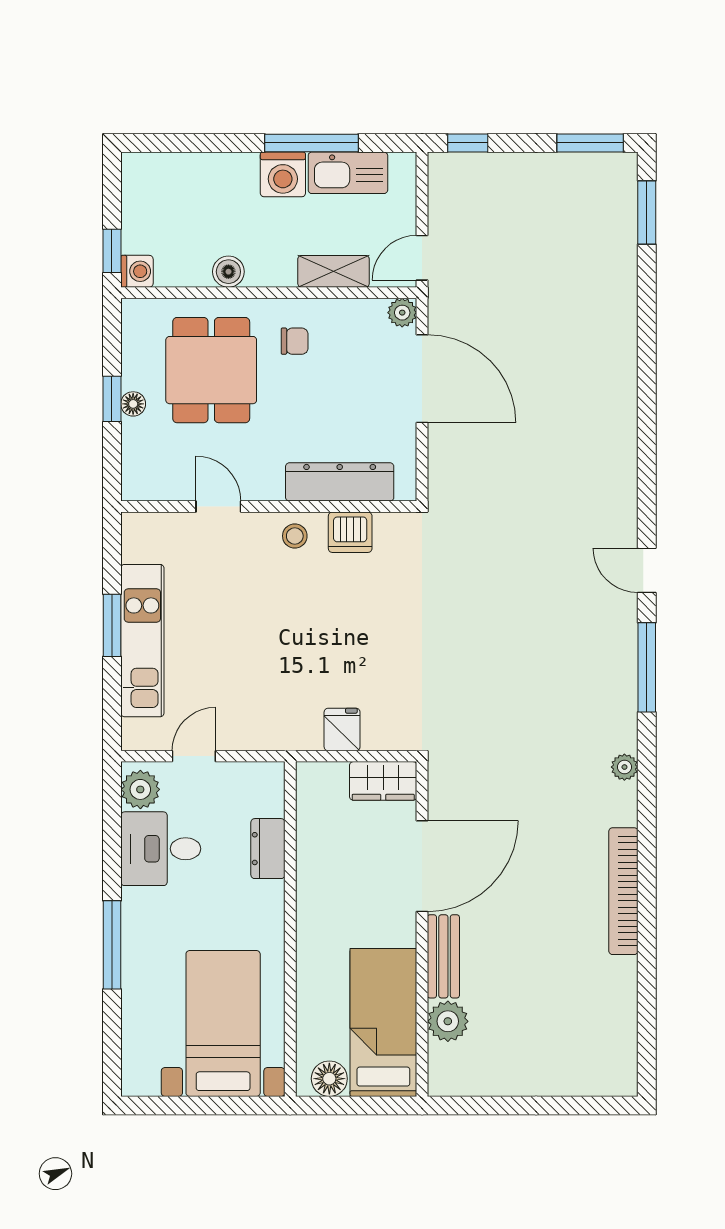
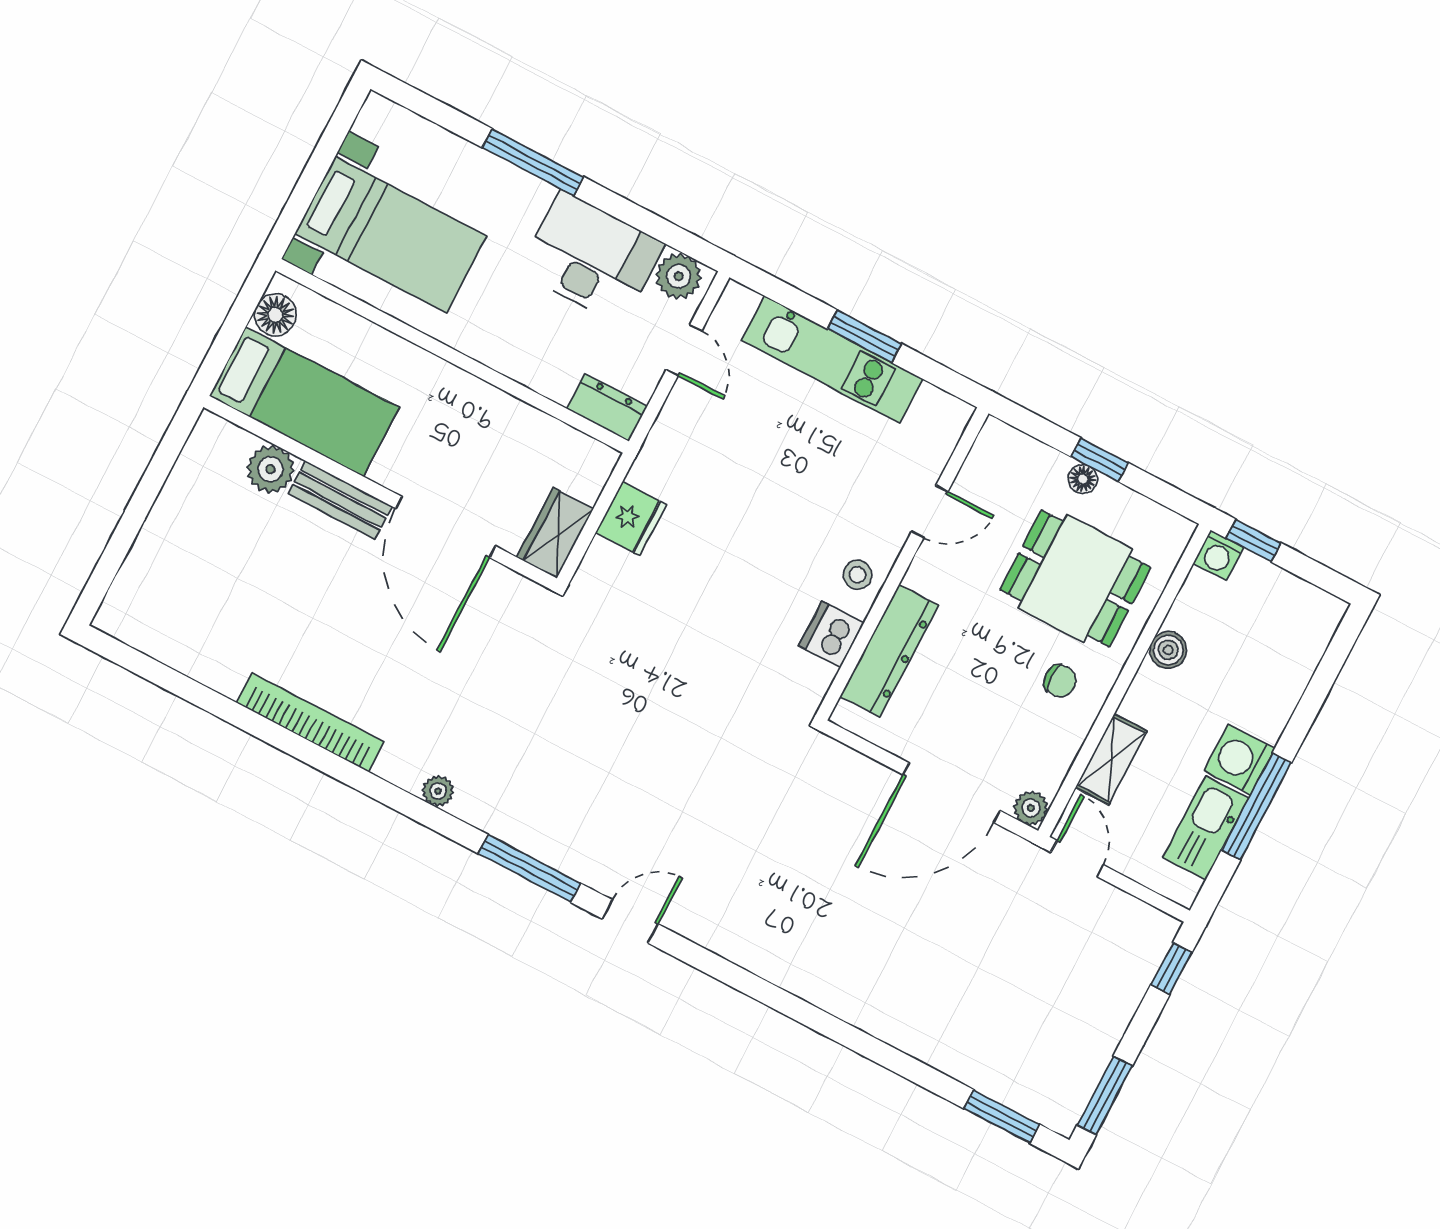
chair: (295, 341) -> (1060, 681), turned -90
fridge: (342, 729) -> (631, 518), width x1.38
desk: (161, 849) -> (592, 258), width x1.37
dresser: (268, 849) -> (607, 408), moved

